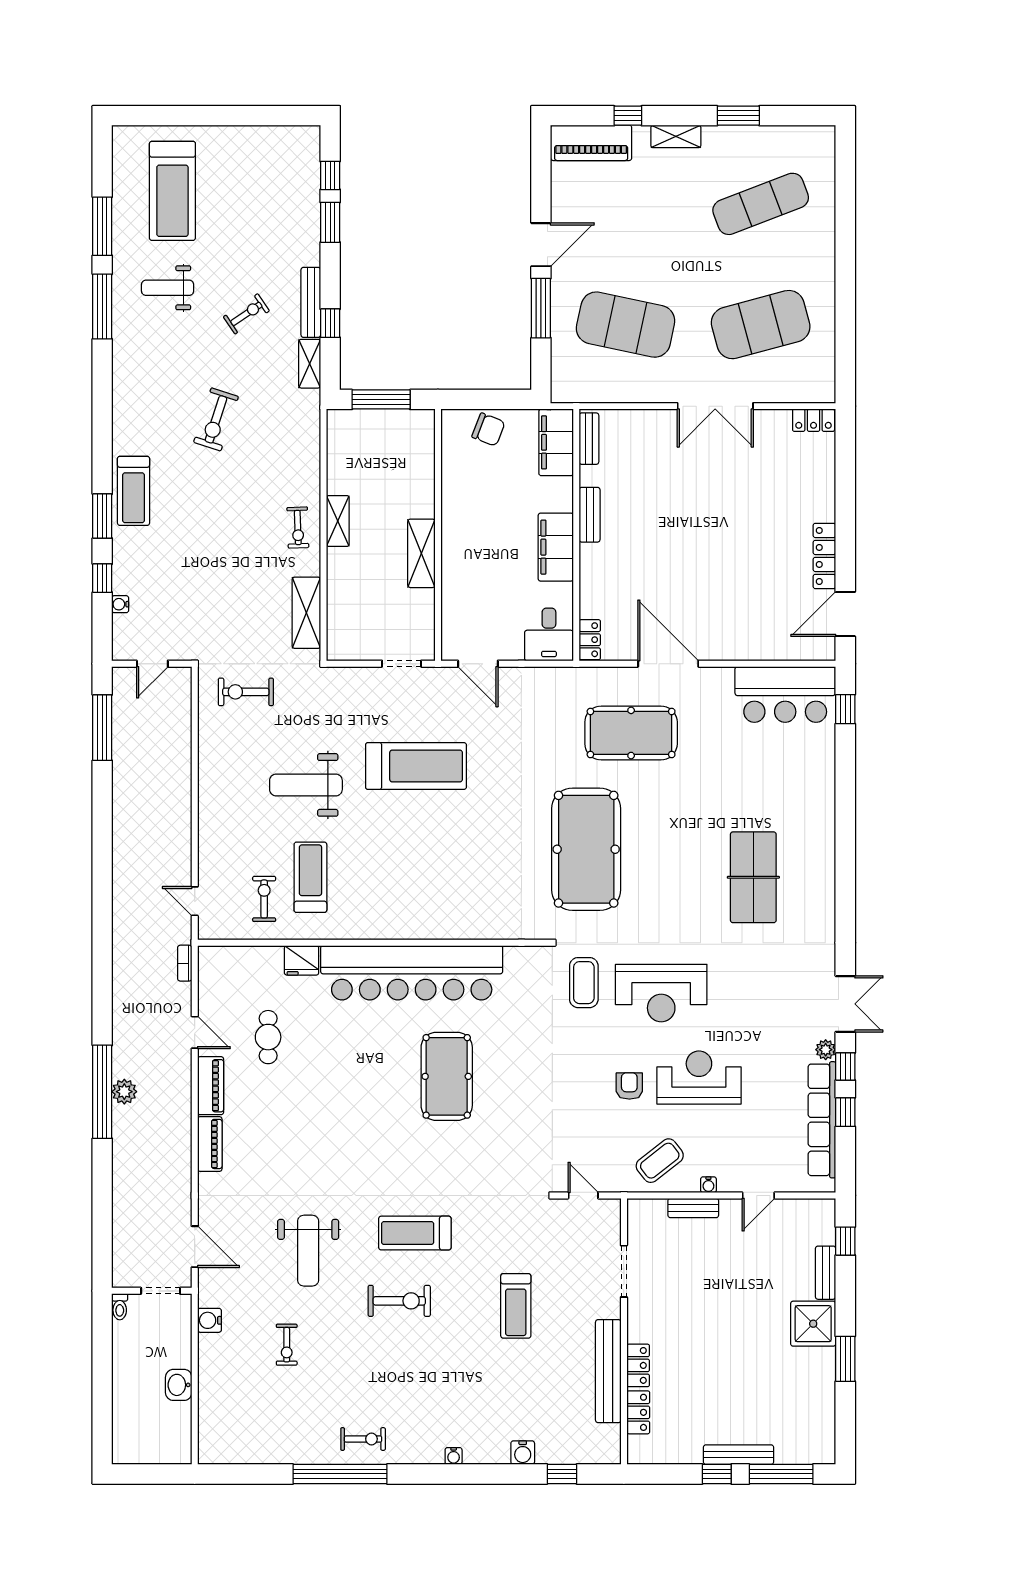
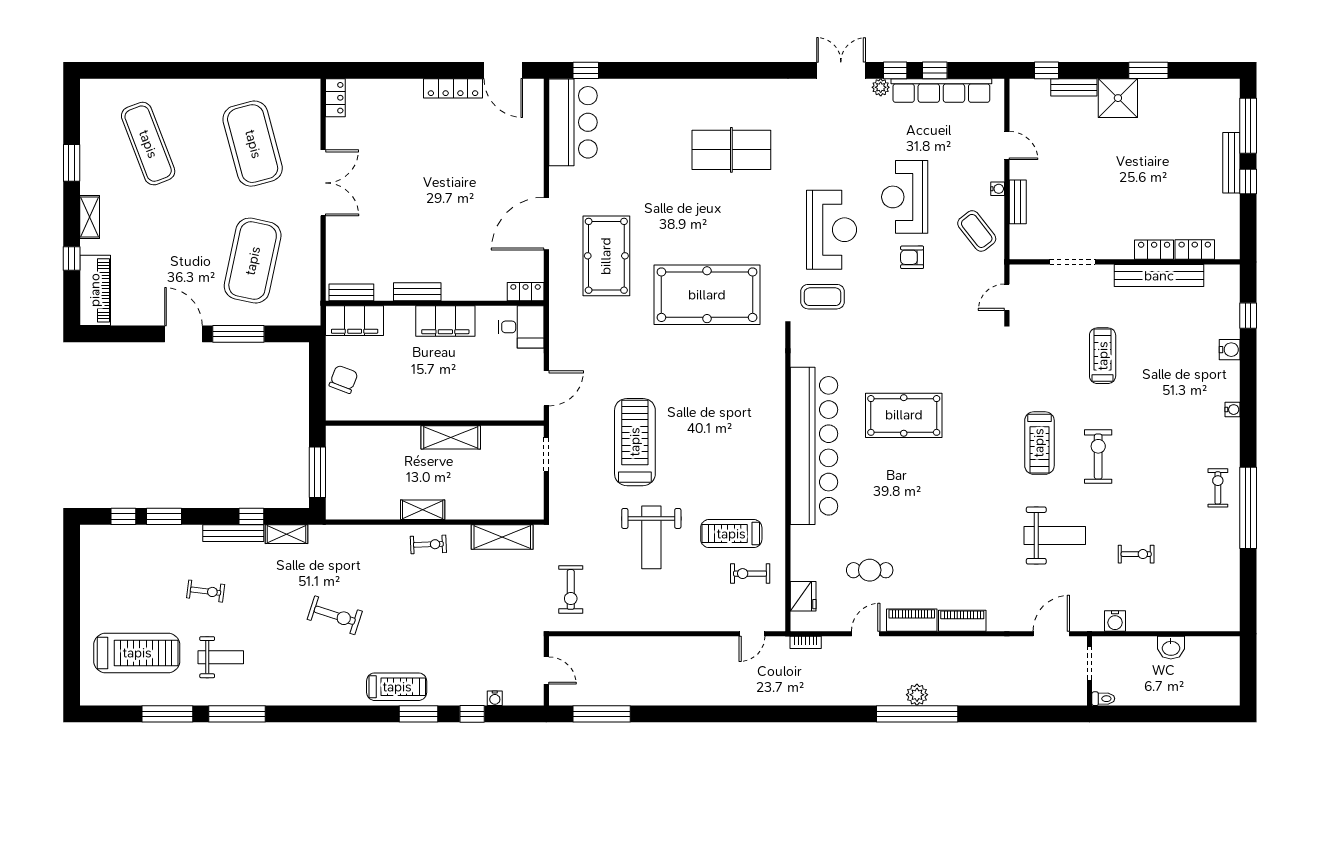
weight bench: (168, 288) -> (221, 657), turned -90
exercise bike: (246, 314) -> (206, 591), moved, turned 131
fridge: (302, 960) -> (803, 596), moved
treadmill: (516, 1306) -> (1103, 356), turned -90

